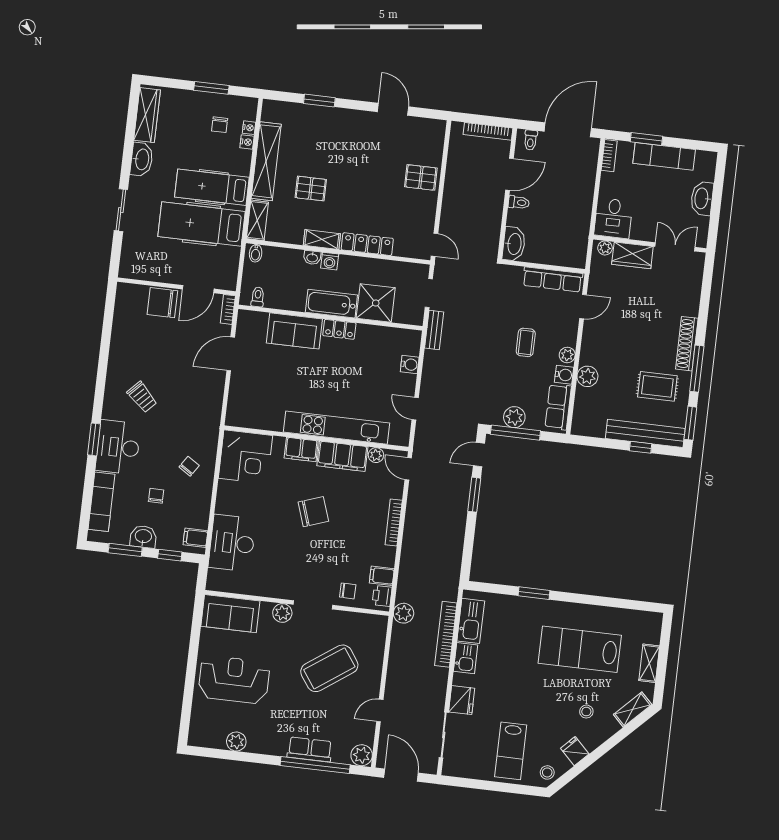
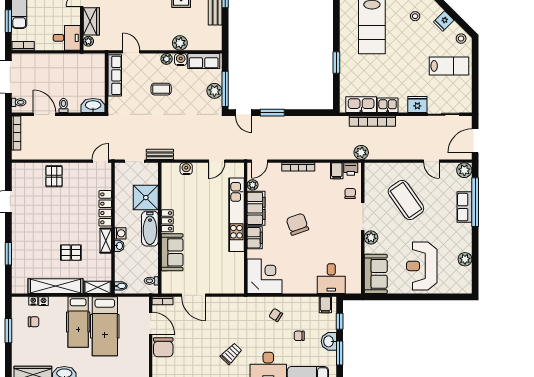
pallet: (311, 189) -> (71, 253), turned 90
desk: (232, 543) -> (331, 279), width x0.73

